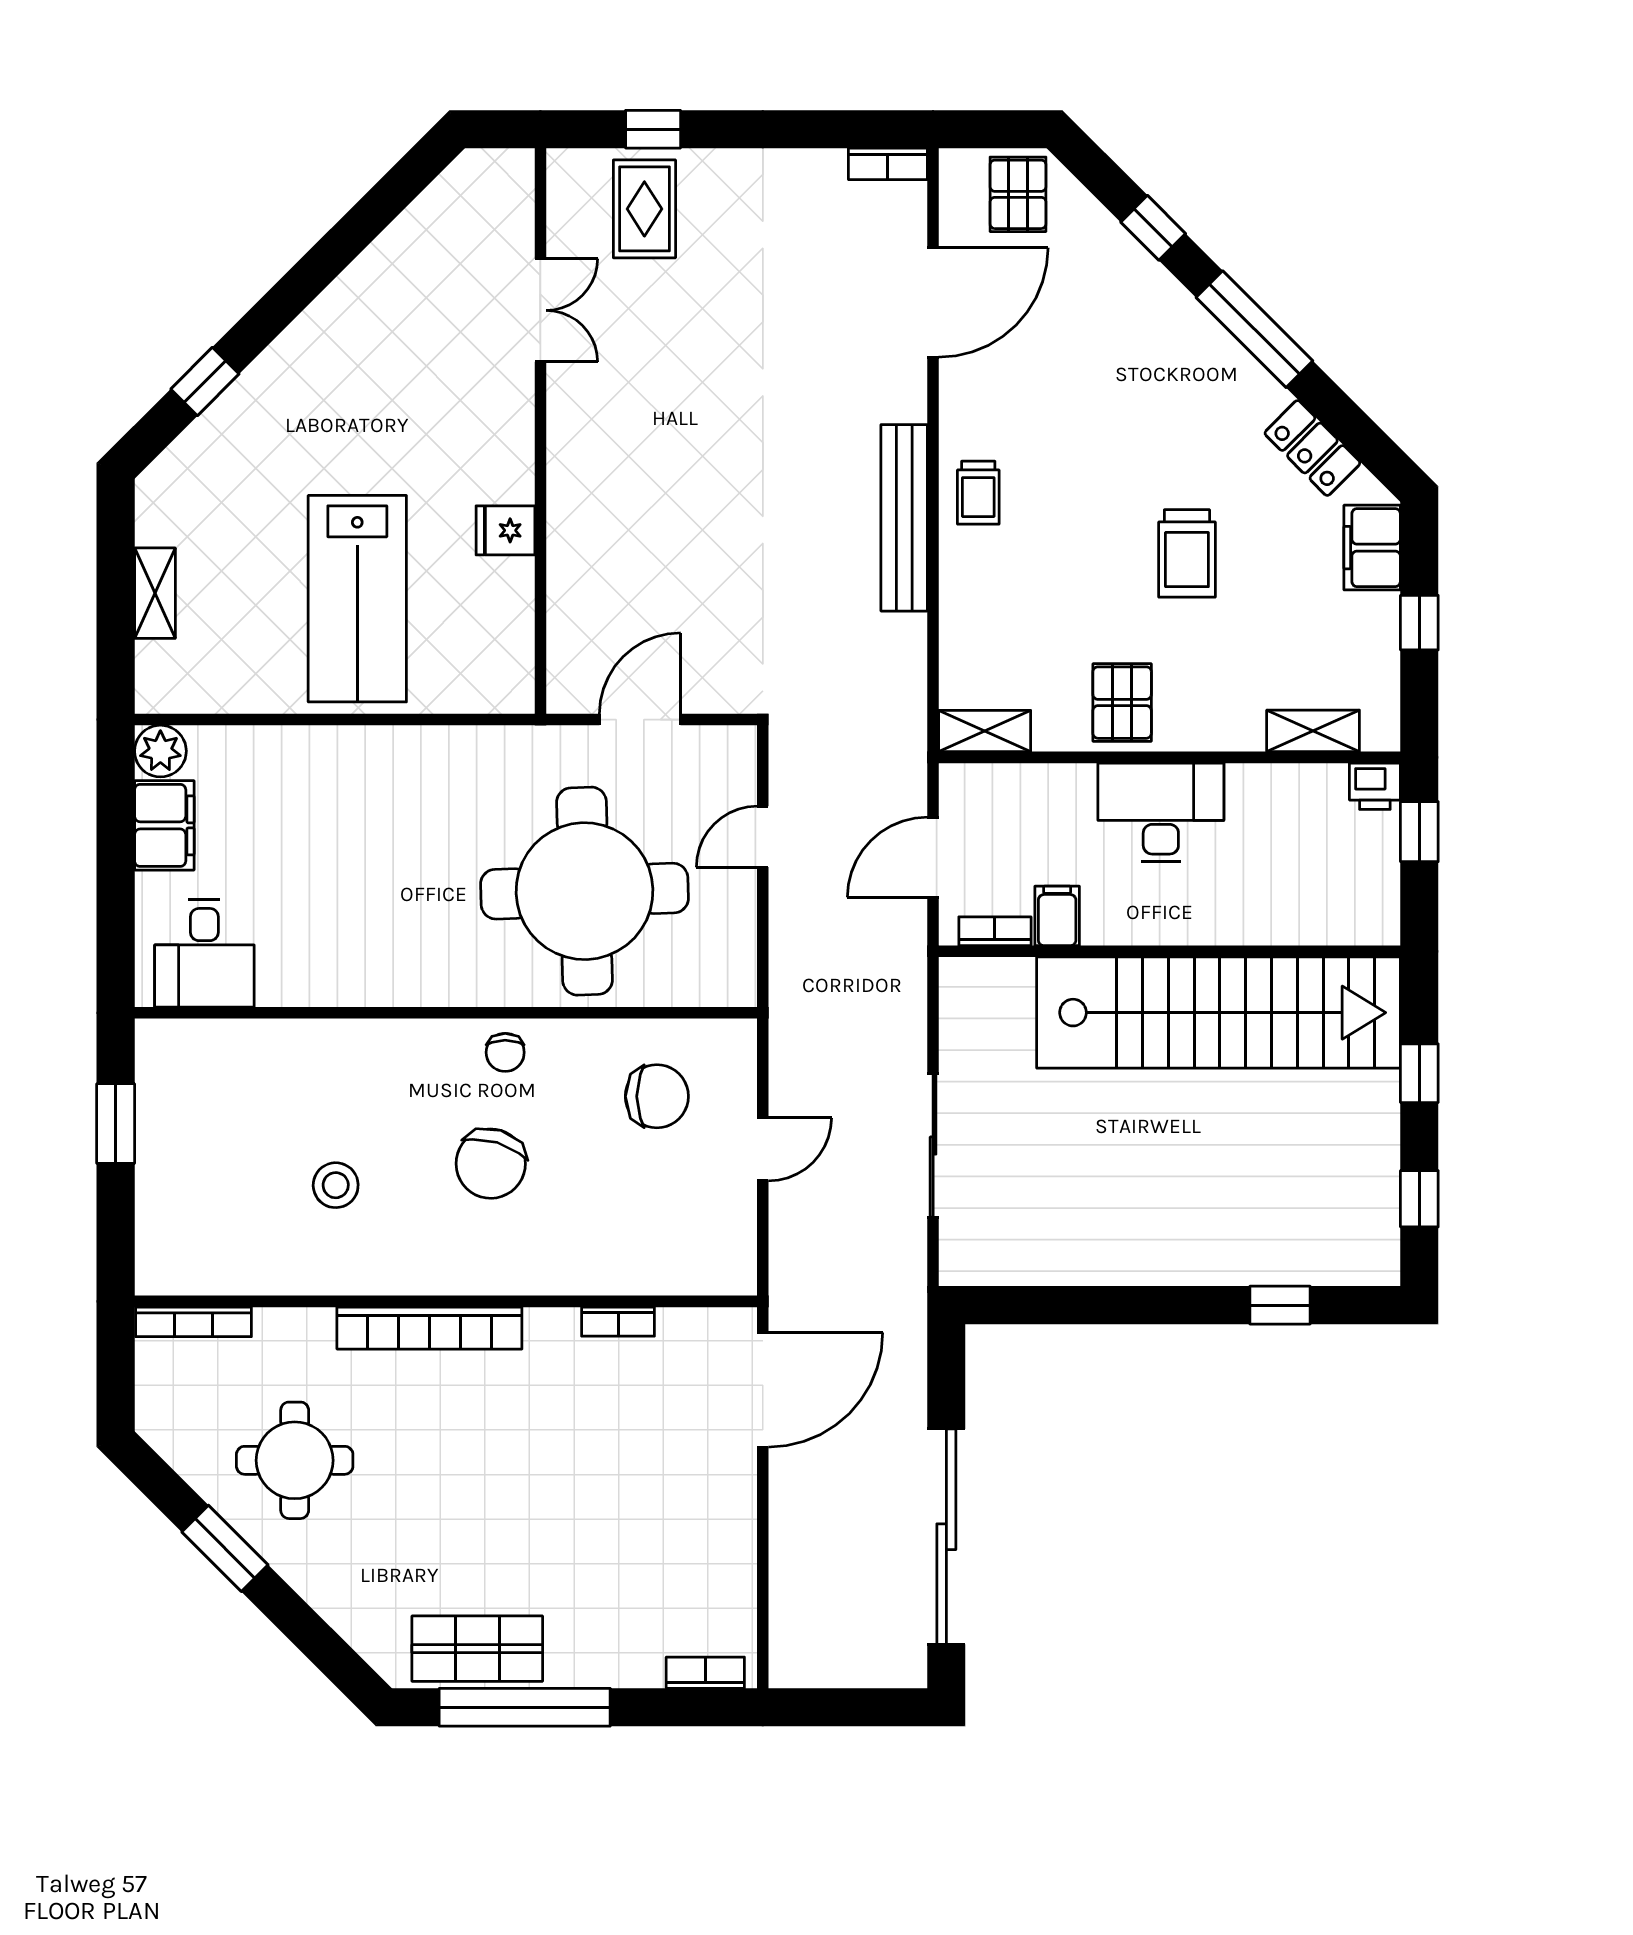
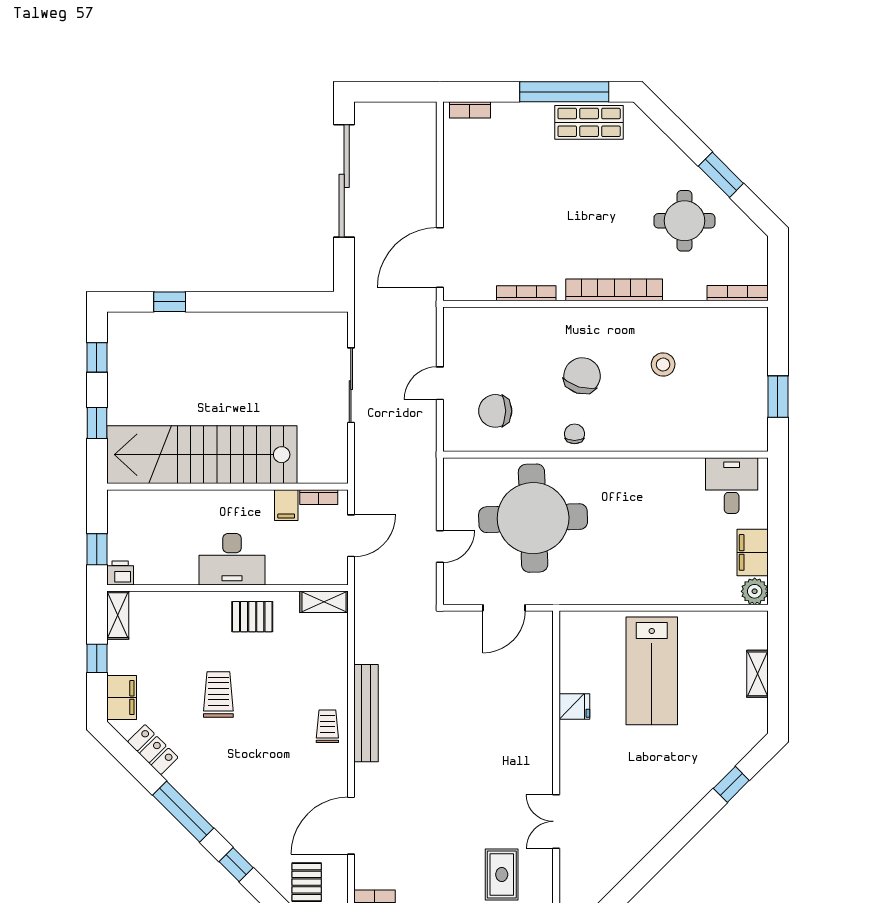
lab bench: (357, 599) -> (652, 671), turned 180
pallet: (1122, 703) -> (252, 617), turned 90
shelving: (1313, 731) -> (118, 615), moved, turned 90
bookcase: (618, 1322) -> (526, 293), width x1.56

